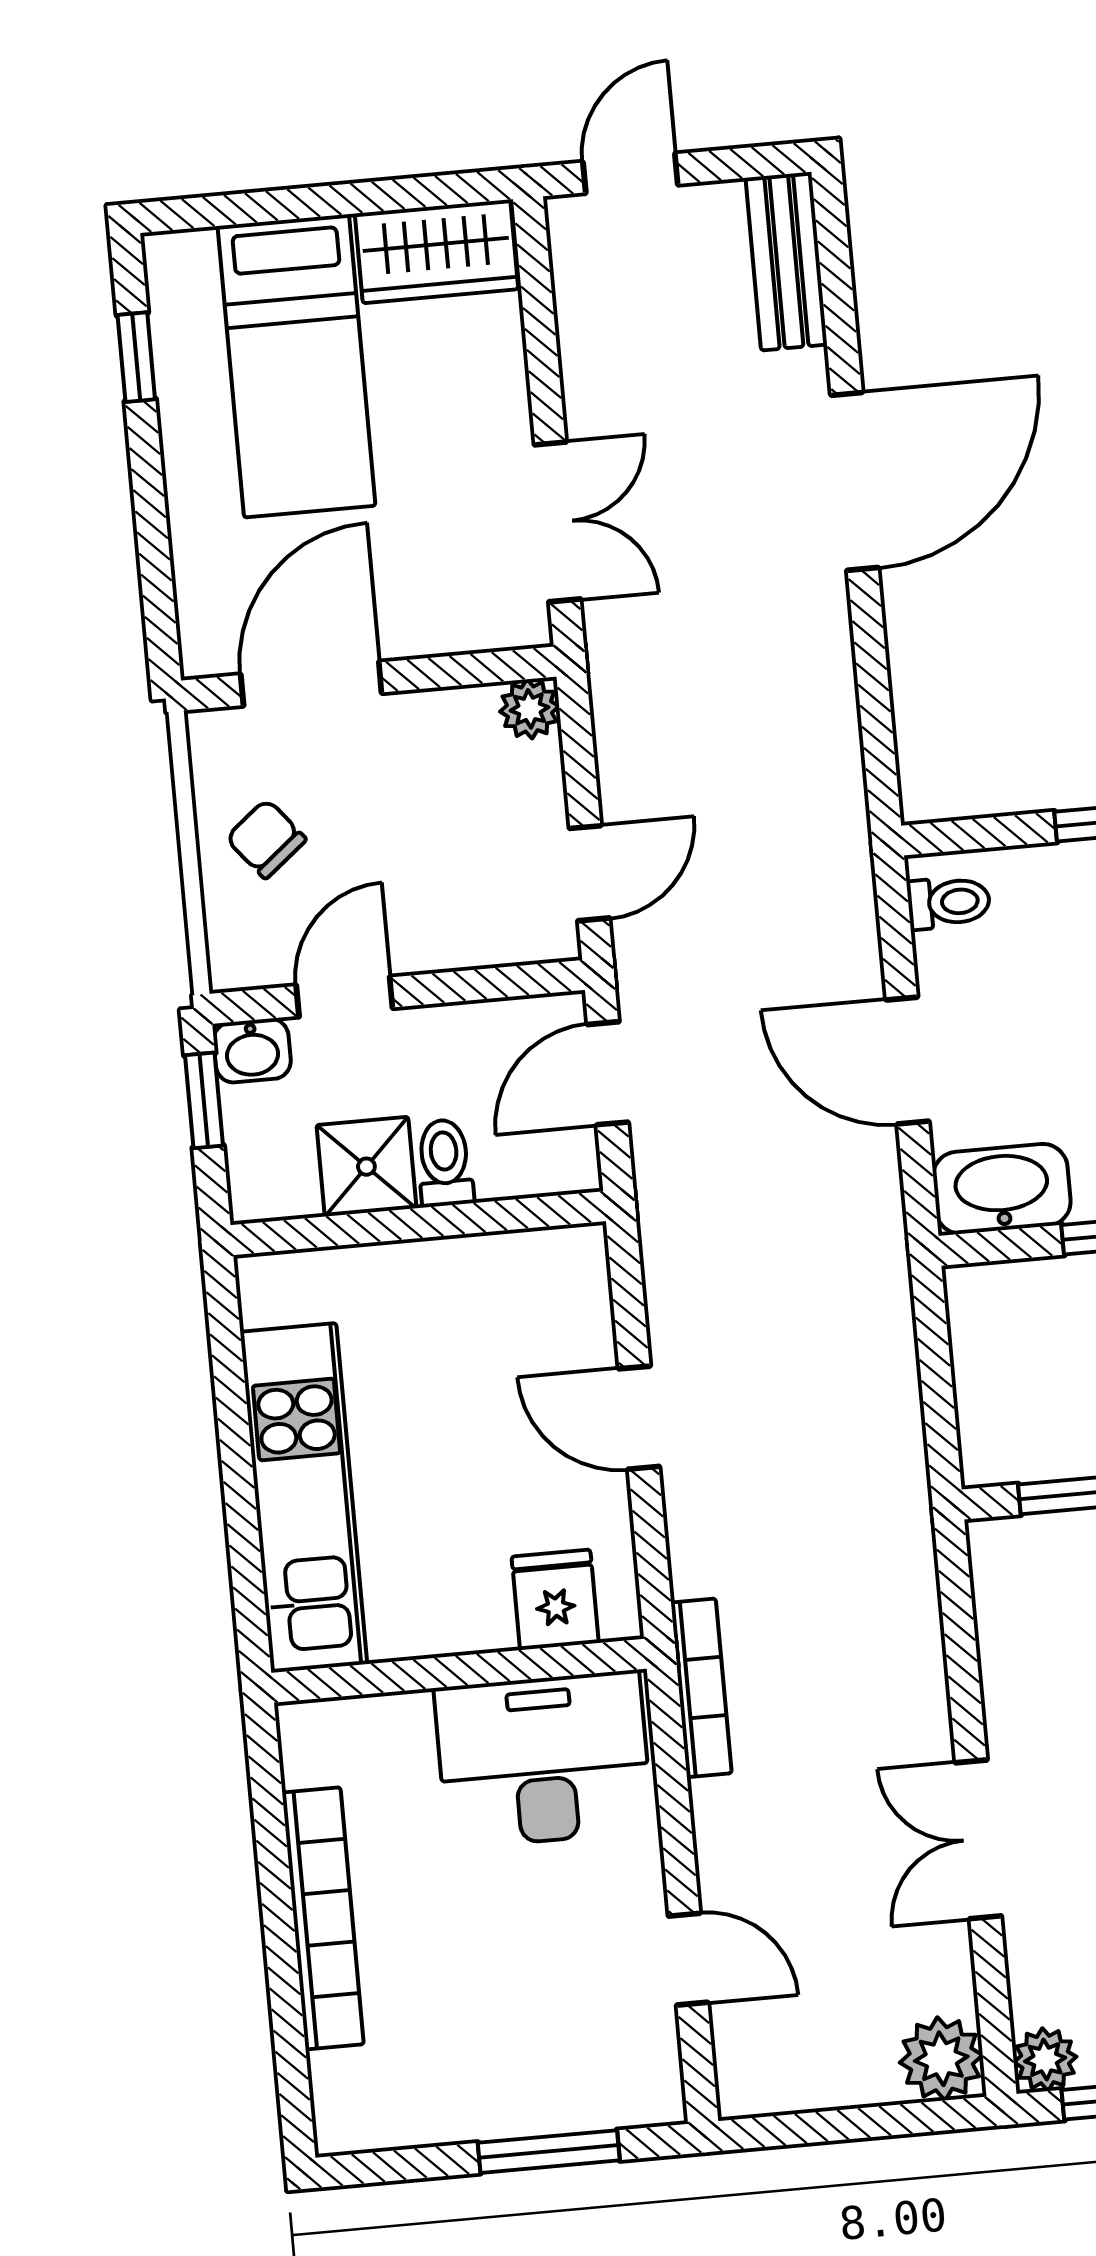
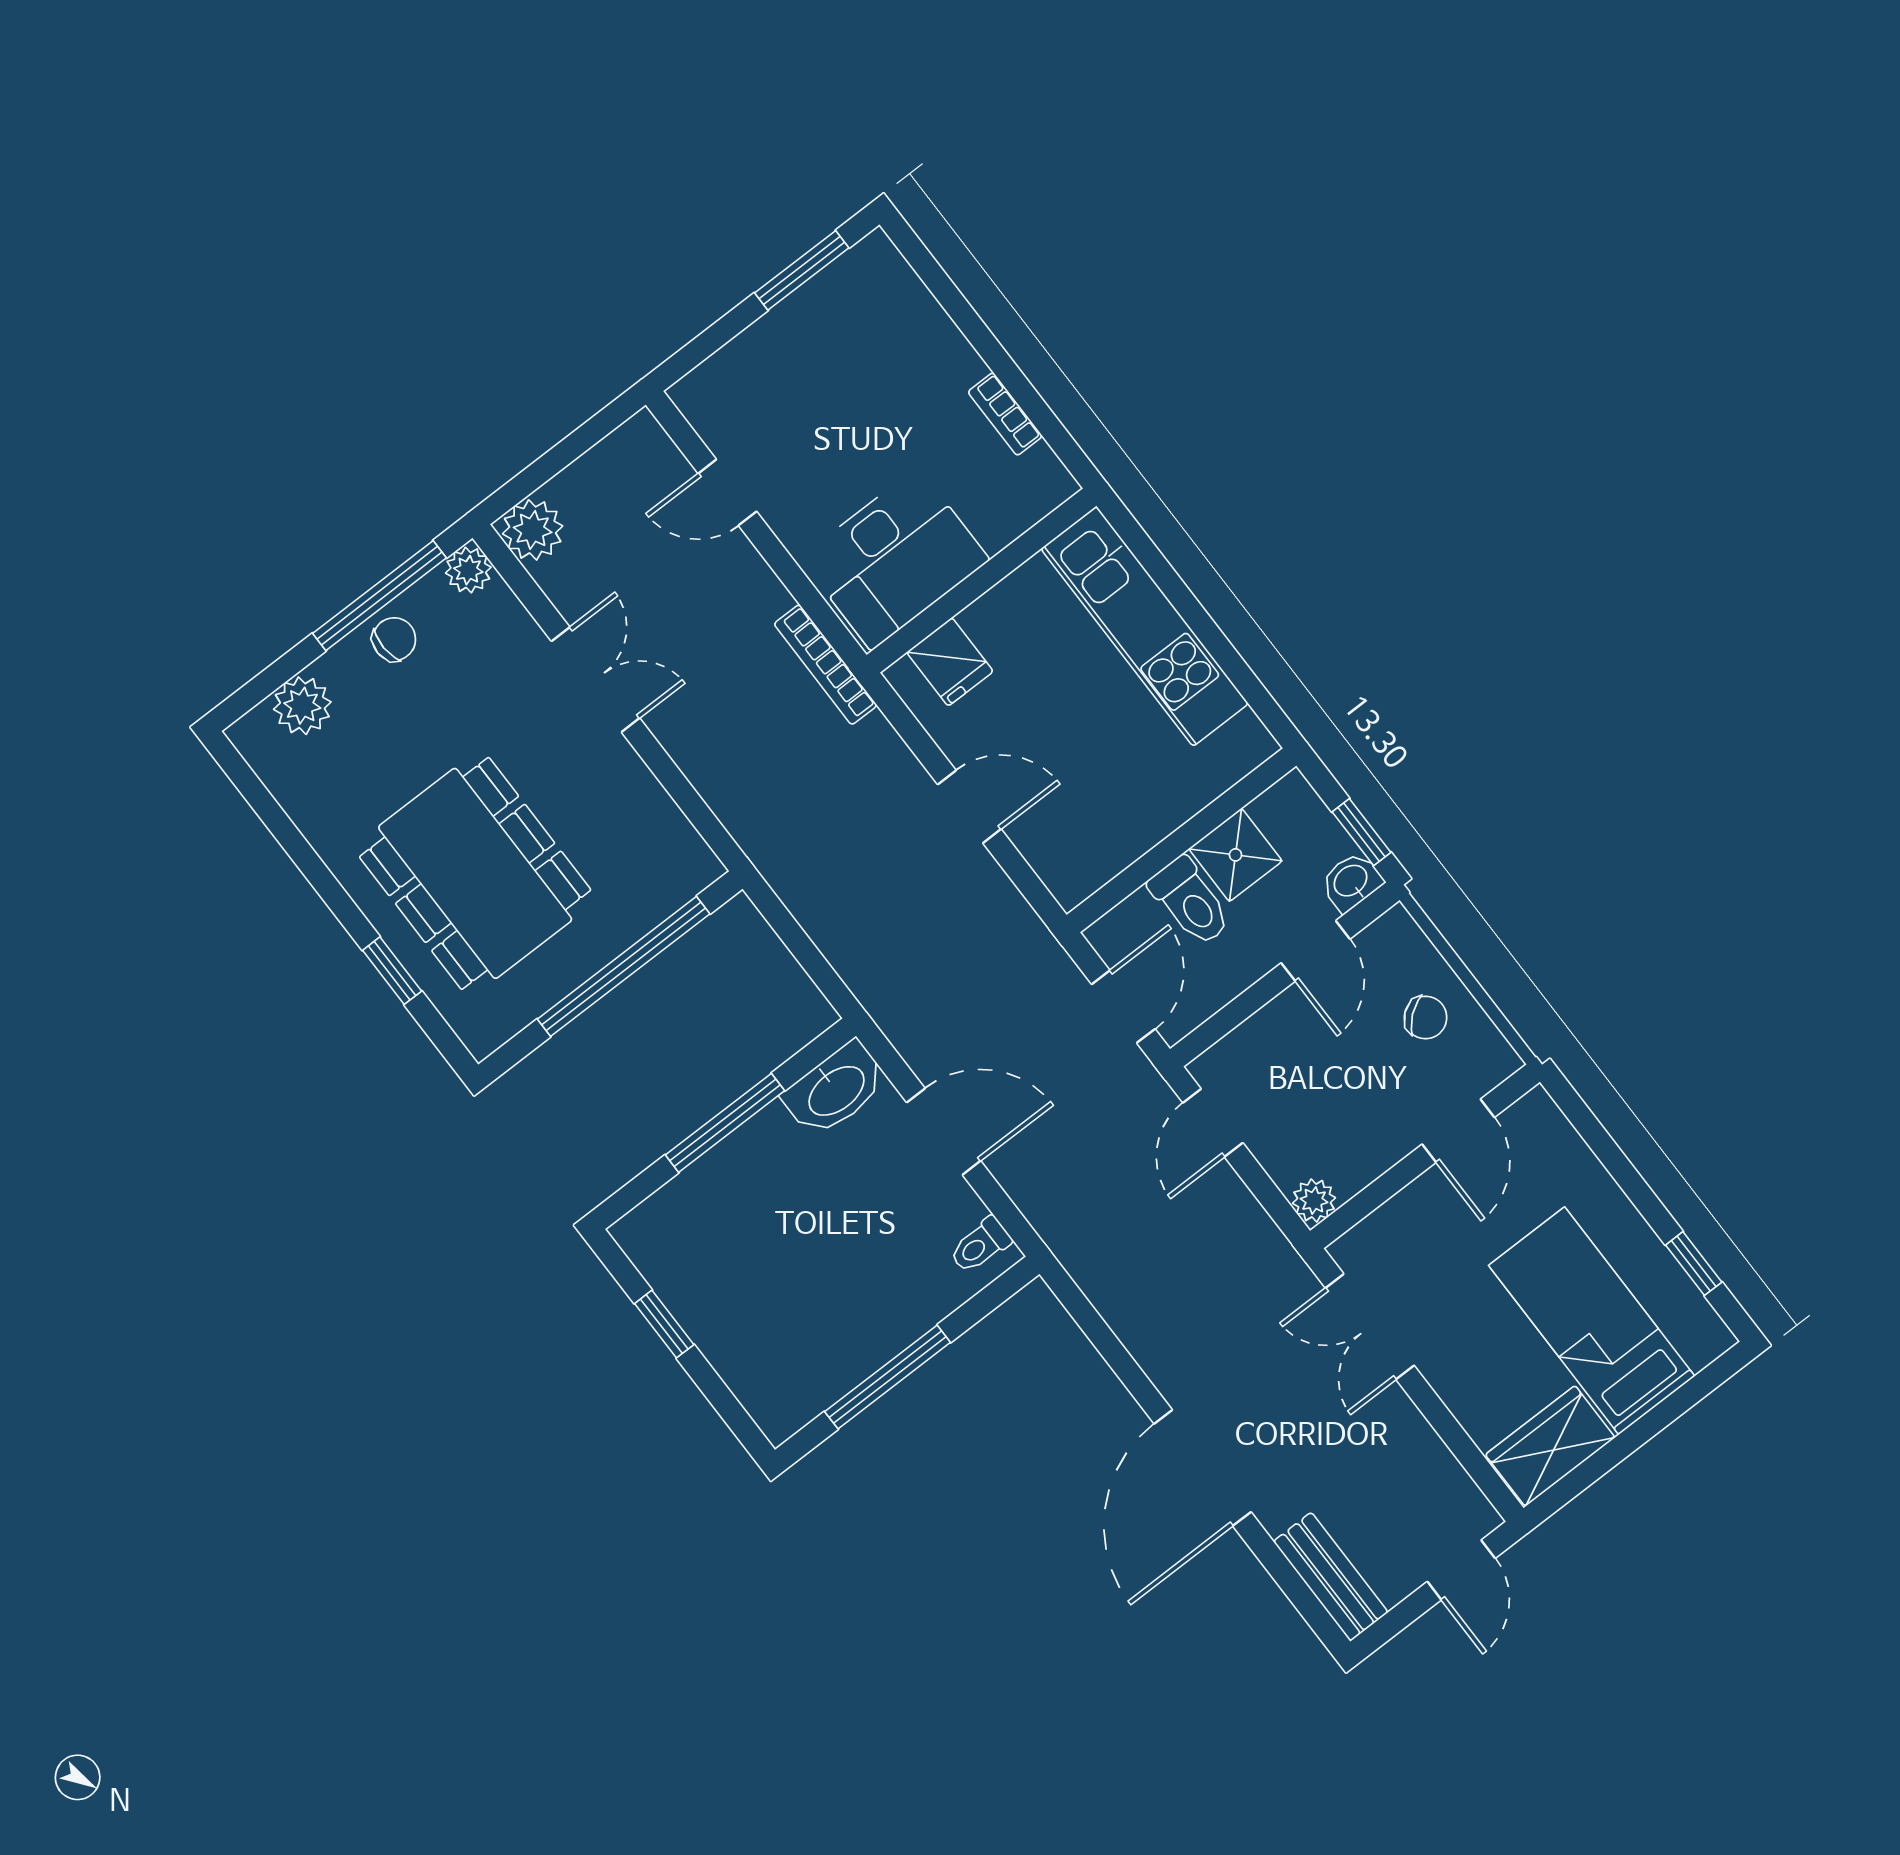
door: (311, 684) -> (1458, 1131), width x0.73
toilet: (445, 1163) -> (1190, 902), width x1.37, depth x1.39
bookcase: (323, 1918) -> (1005, 414), width x0.43, depth x0.76
window: (549, 2152) -> (802, 270), moved

